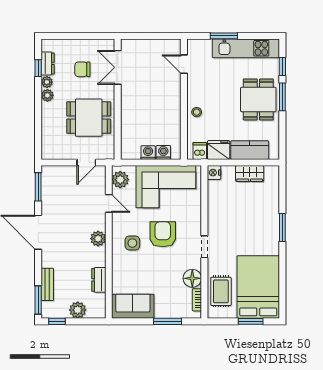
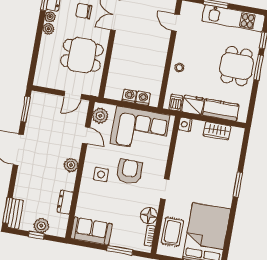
bench: (47, 284) -> (15, 214), moved
window: (57, 321) -> (36, 235), moved

